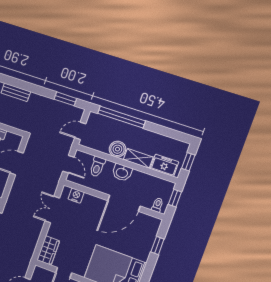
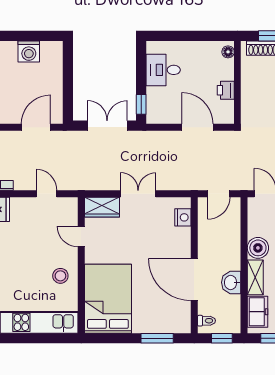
toilet: (97, 167) -> (228, 231), removed
washbasin: (122, 172) -> (231, 282), moved
double door: (52, 209) -> (138, 194), moved
window: (157, 245) -> (157, 338), width x1.50

